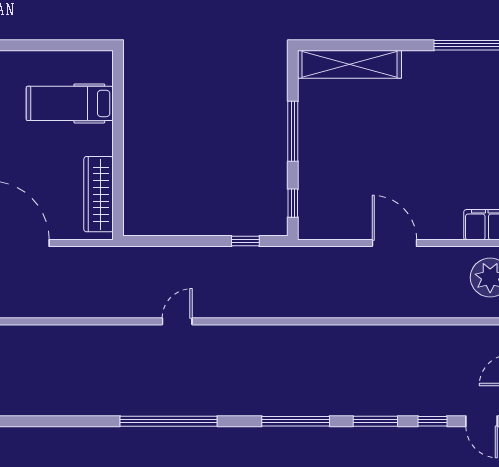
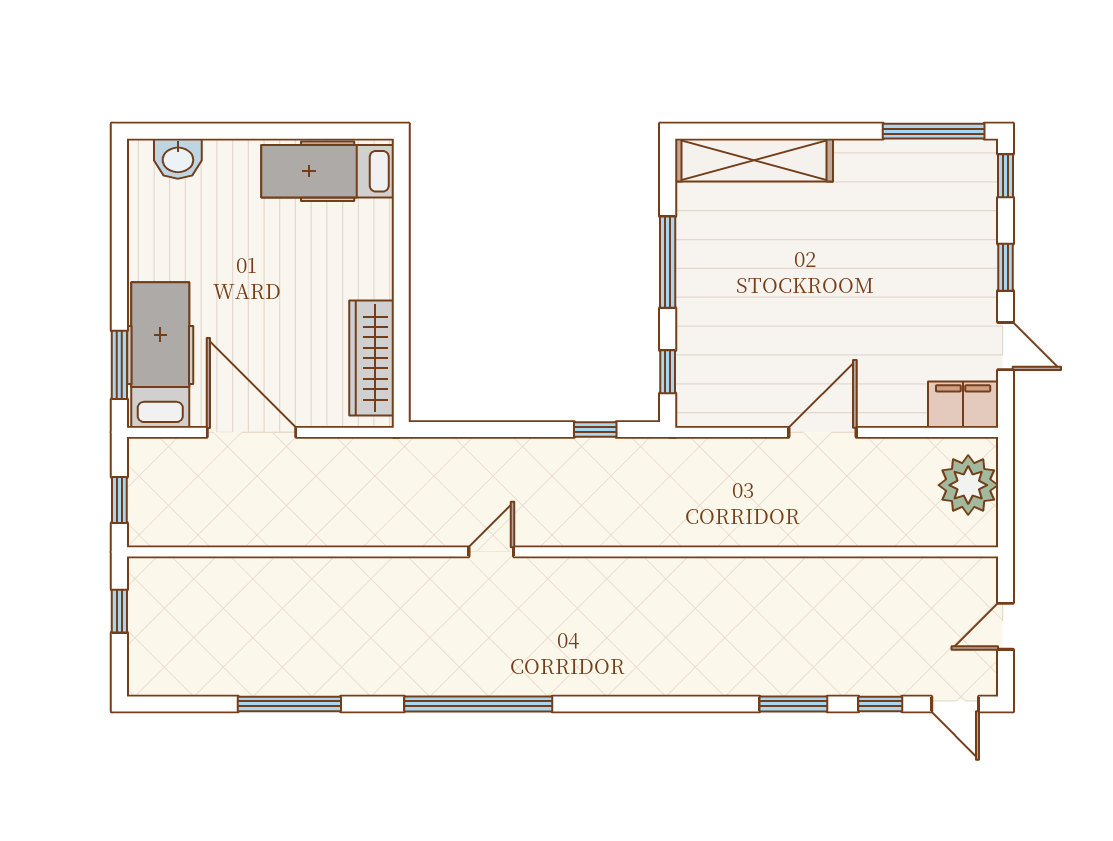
hospital bed: (70, 103) -> (328, 171), moved
door: (394, 243) -> (822, 432), hinge flipped
window: (296, 421) -> (289, 704), moved

